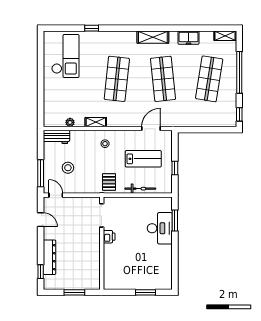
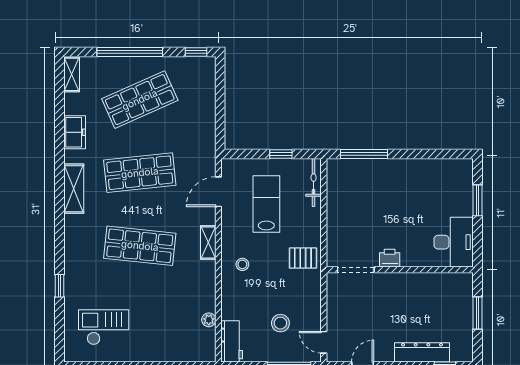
checkout: (65, 56) -> (104, 327), width x0.73, depth x0.83
shop shelf: (209, 79) -> (140, 100), turned -33
shelving: (96, 122) -> (208, 243), moved
door: (151, 129) -> (218, 192), hinge flipped
bicycle: (140, 189) -> (314, 182), moved
door: (56, 195) -> (324, 342), hinge flipped
window: (175, 221) -> (364, 154), width x1.44
desk: (160, 228) -> (454, 242), moved, turned 90

